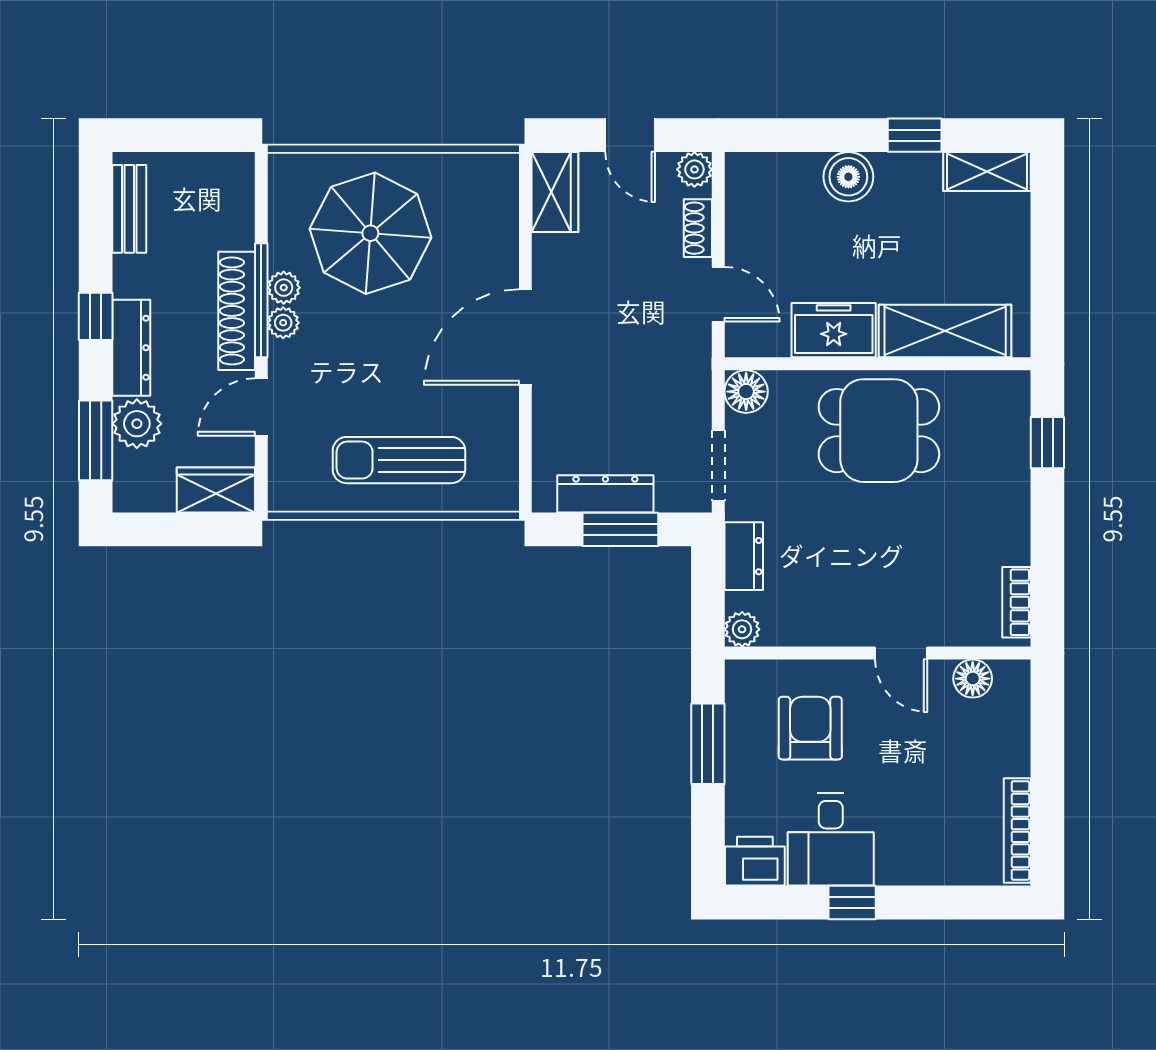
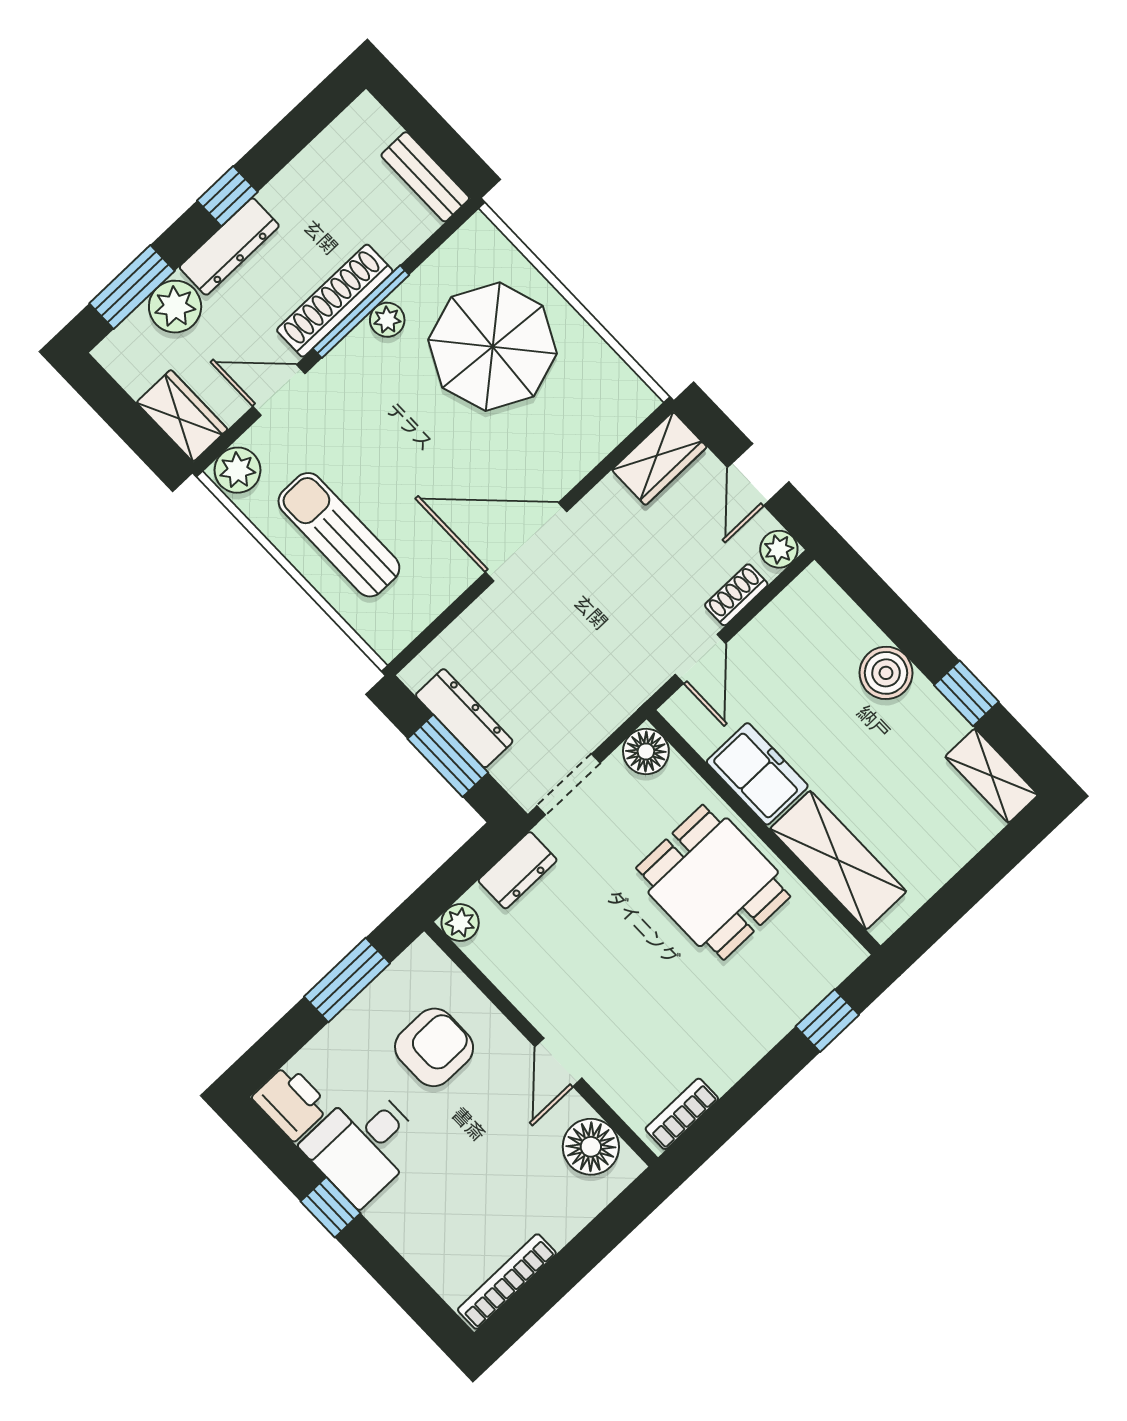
bench: (129, 209) -> (425, 177), moved, turned 90
plant: (283, 323) -> (237, 470), moved, width x1.38, depth x1.38
floor lamp: (973, 679) -> (591, 1147), width x1.38, depth x1.38

